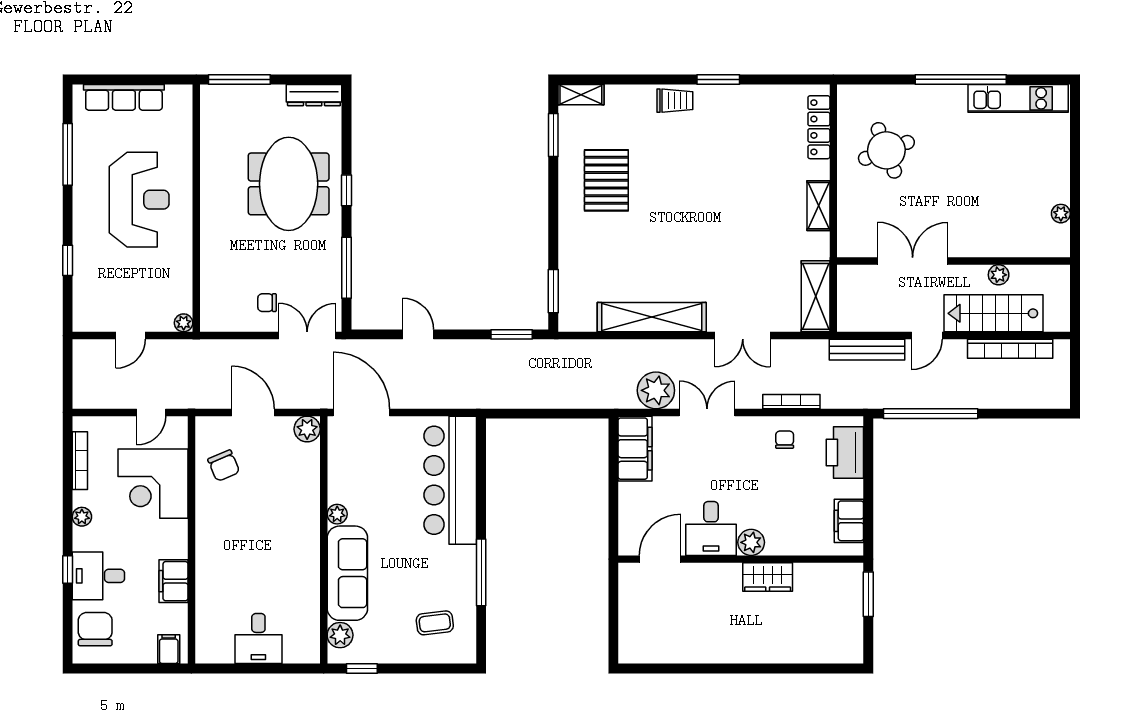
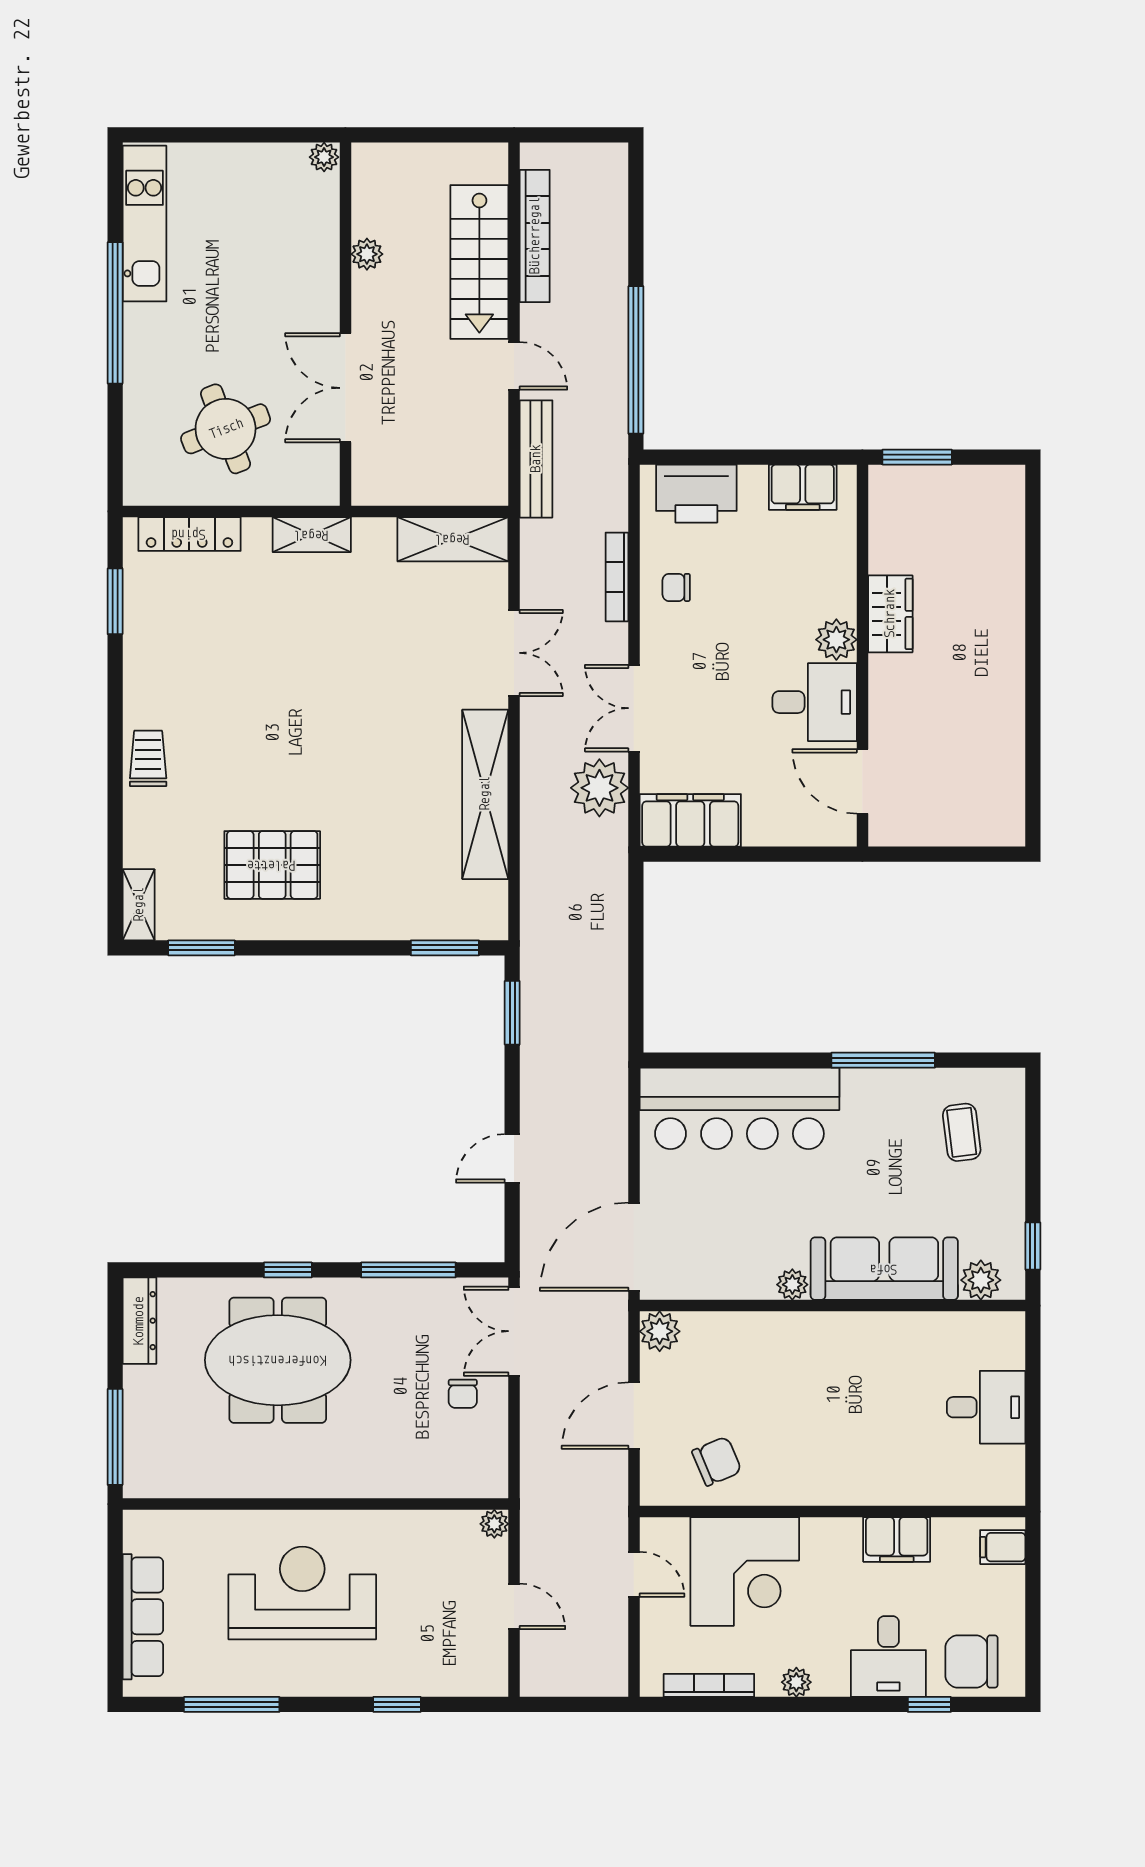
window: (718, 79) -> (115, 601), moved
double door: (913, 261) -> (345, 388), moved
wall: (954, 261) -> (345, 324), moved
plant: (999, 275) -> (367, 254), moved
window: (68, 570) -> (929, 1704), moved

